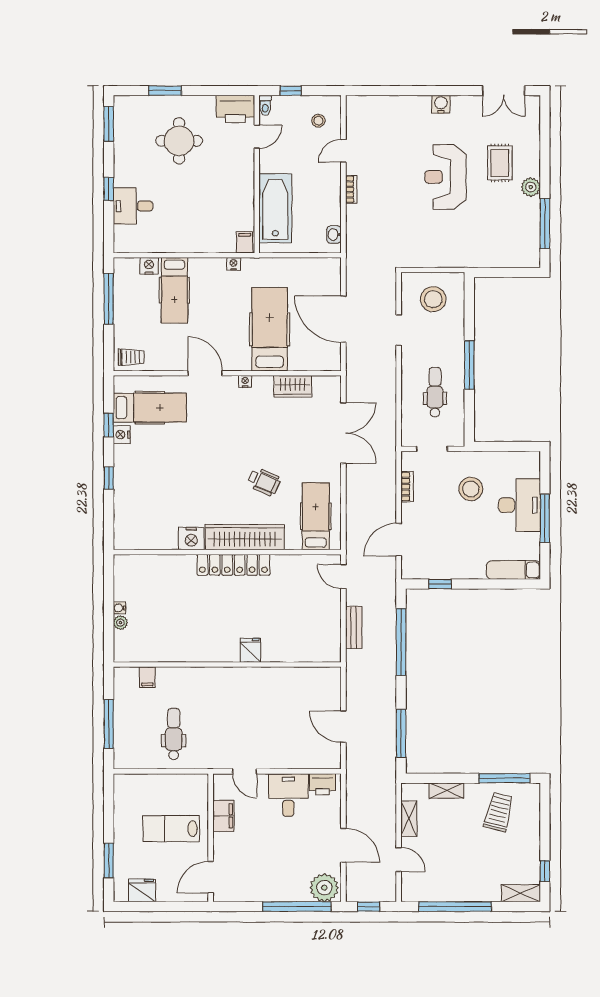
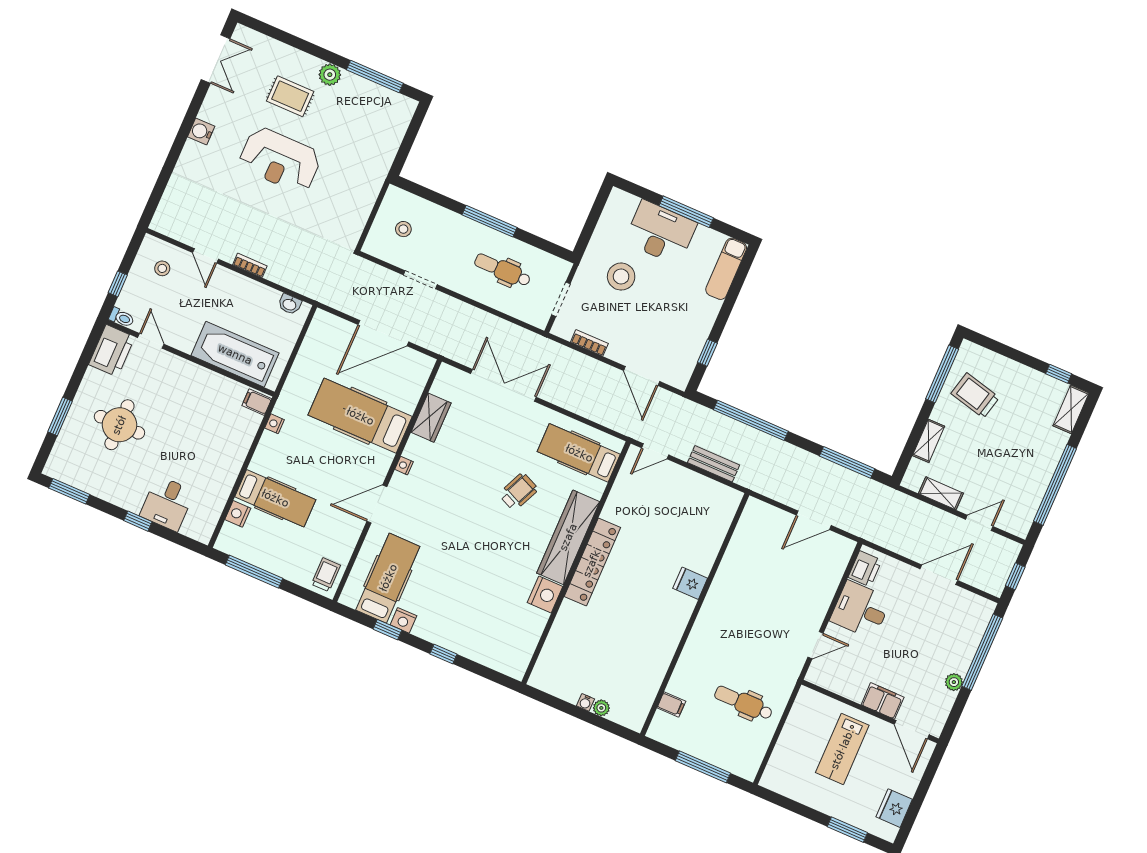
stool: (433, 299) -> (403, 229), width x0.53, depth x0.53
filing cabinet: (223, 816) -> (883, 701), moved
plant: (324, 888) -> (954, 682), moved, width x0.53, depth x0.53

